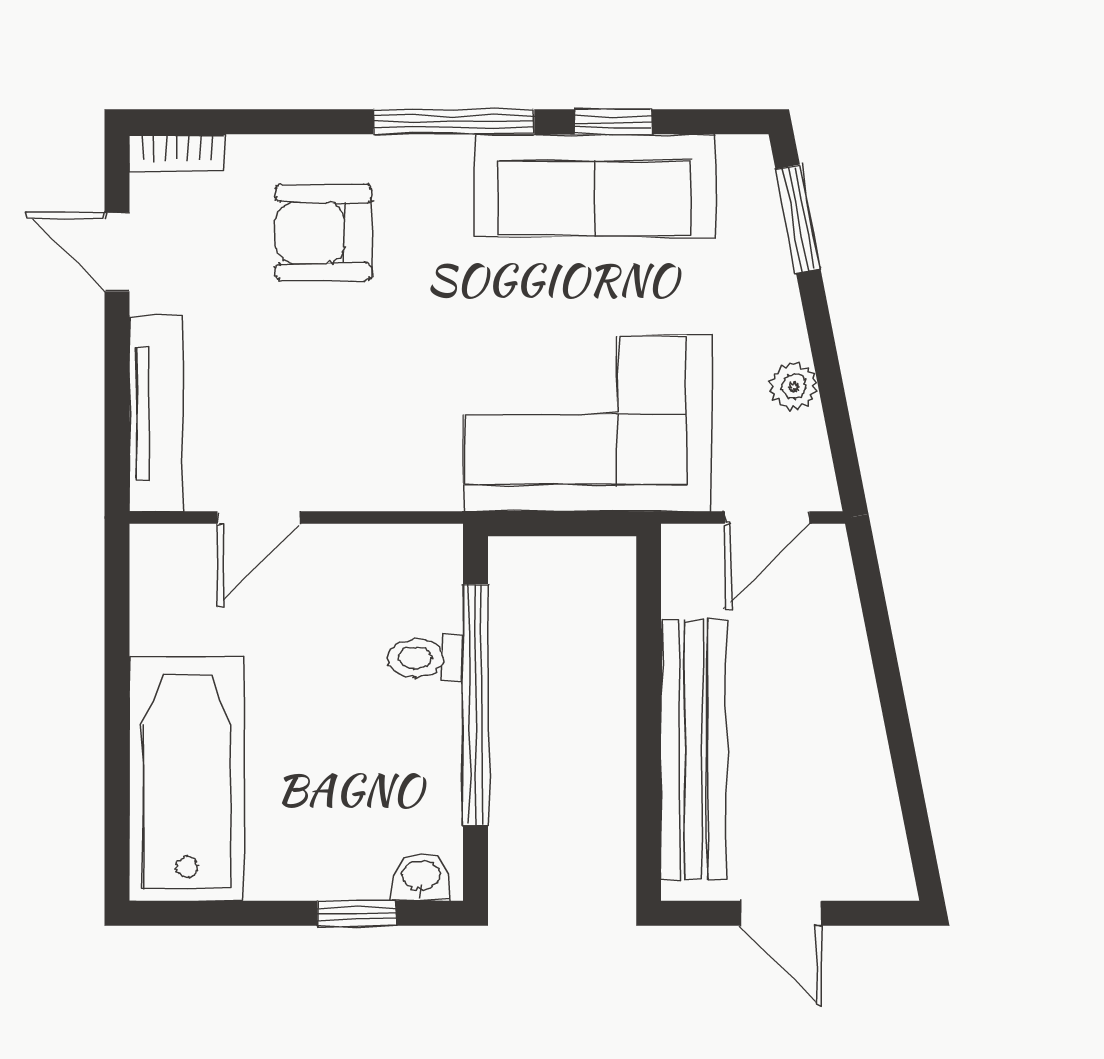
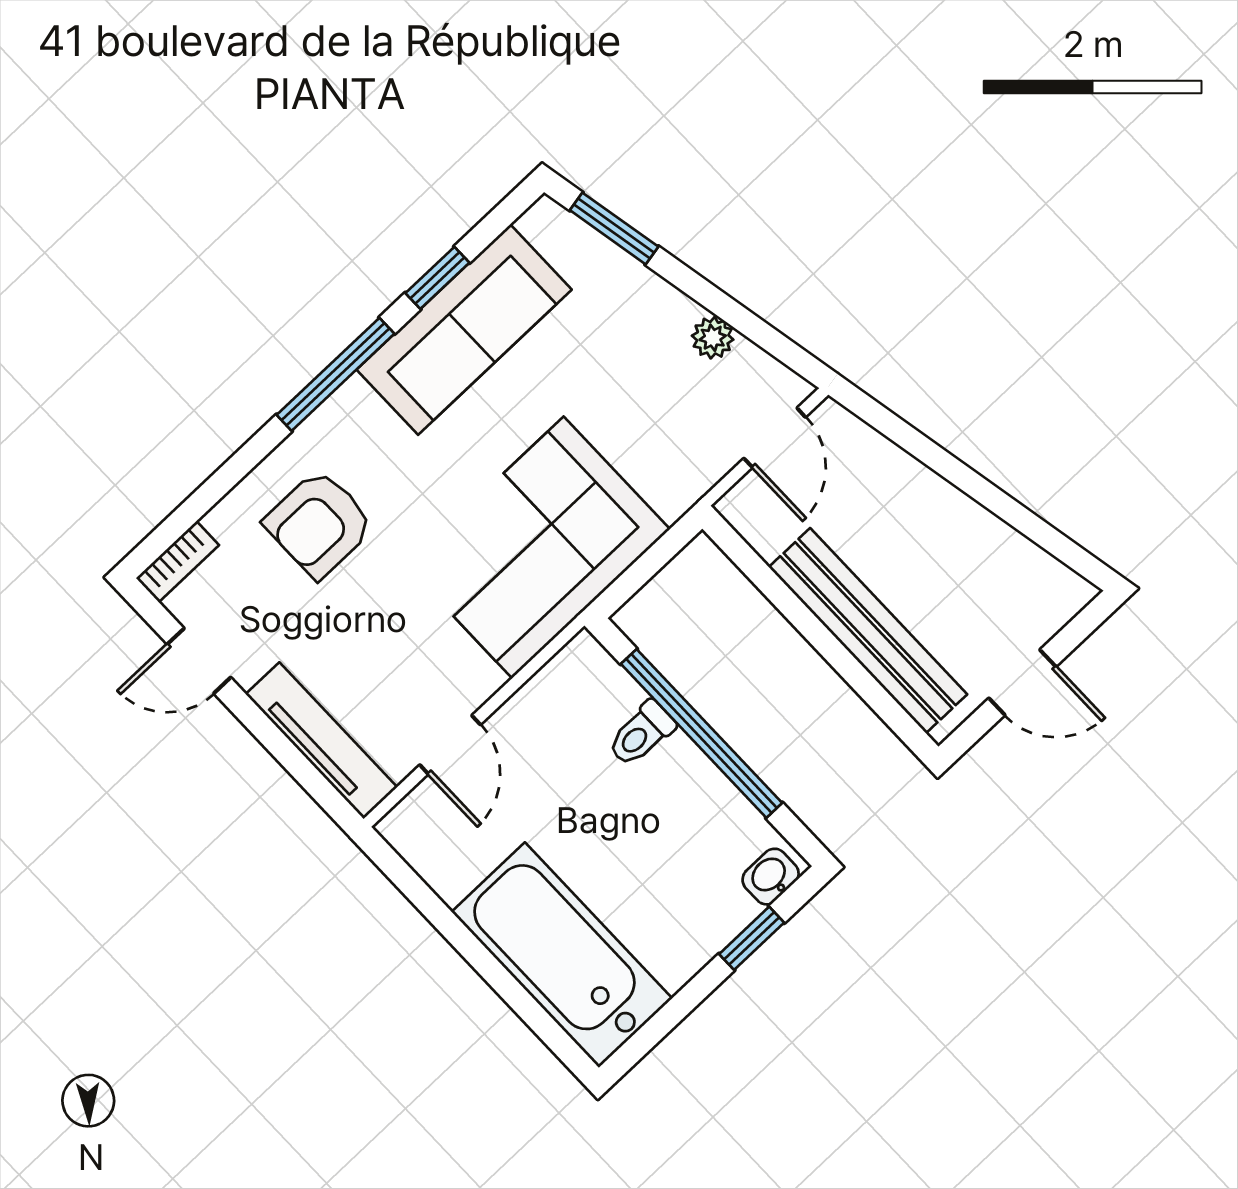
corner sofa: (588, 423) -> (538, 547), moved

